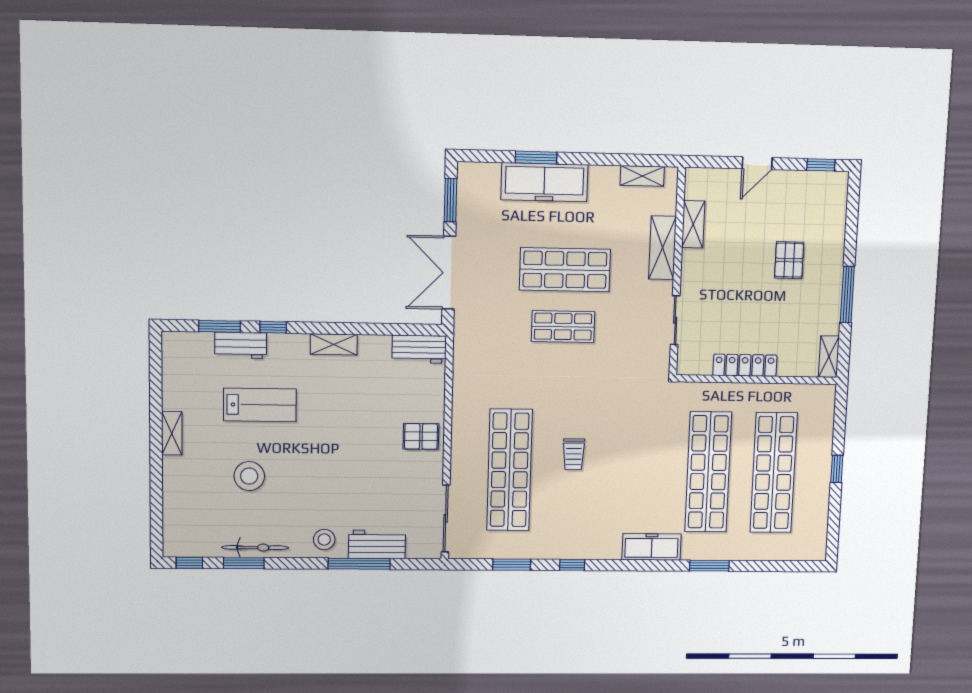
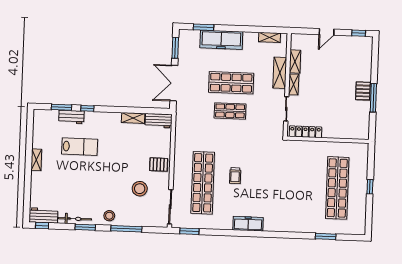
window: (536, 157) -> (203, 27), moved
pallet: (789, 260) -> (363, 91), moved
shelving: (334, 344) -> (133, 118), moved
shelving: (829, 357) -> (294, 84), moved
locker: (745, 365) -> (305, 132), moved
shop shelf: (708, 472) -> (304, 187), removed
stool: (249, 476) -> (140, 189), moved
workbench: (377, 544) -> (43, 215), moved
freezer: (651, 547) -> (248, 224), moved
window: (244, 563) -> (85, 227), moved
window: (512, 565) -> (189, 231), moved
window: (572, 565) -> (234, 233), removed
window: (709, 566) -> (326, 236), moved

